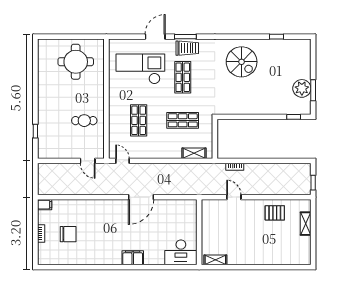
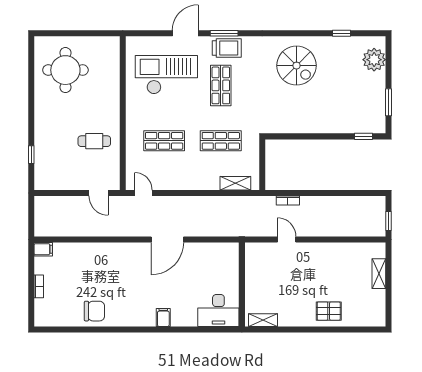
round table: (76, 62) -> (65, 70), moved
plant: (302, 88) -> (374, 60), moved
shop shelf: (139, 120) -> (164, 141), turned 90
pallet: (275, 213) -> (329, 311), moved
chair: (68, 234) -> (94, 311), moved
filing cabinet: (133, 258) -> (163, 318), width x0.50

